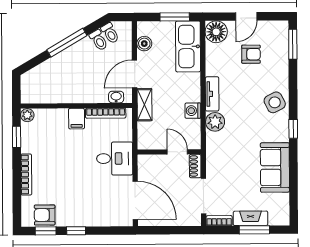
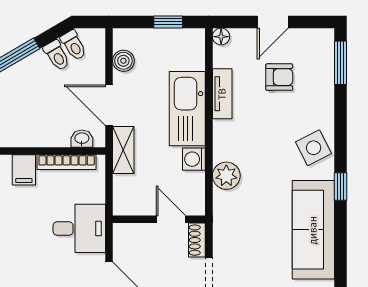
window: (175, 17) -> (168, 22), width x0.67
floor lamp: (216, 32) -> (221, 37), width x0.53, depth x0.53
kitchen sink: (188, 46) -> (187, 109), moved
door: (135, 74) -> (109, 105), hinge flipped
tv unit: (212, 94) -> (222, 94), moved
sofa: (275, 167) -> (313, 230), width x1.36

